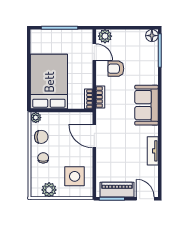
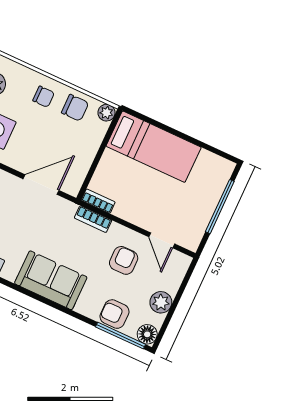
plant: (105, 36) -> (161, 302), moved
door: (94, 52) -> (162, 240), hinge flipped
armchair: (149, 60) -> (114, 314), added
bed: (49, 82) -> (154, 147), width x0.67
chair: (41, 137) -> (75, 108), turned -90

